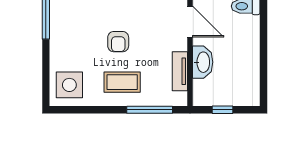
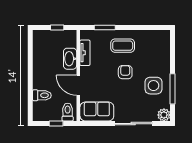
side table: (69, 85) -> (153, 86), moved
window: (150, 110) -> (105, 28), width x0.69

